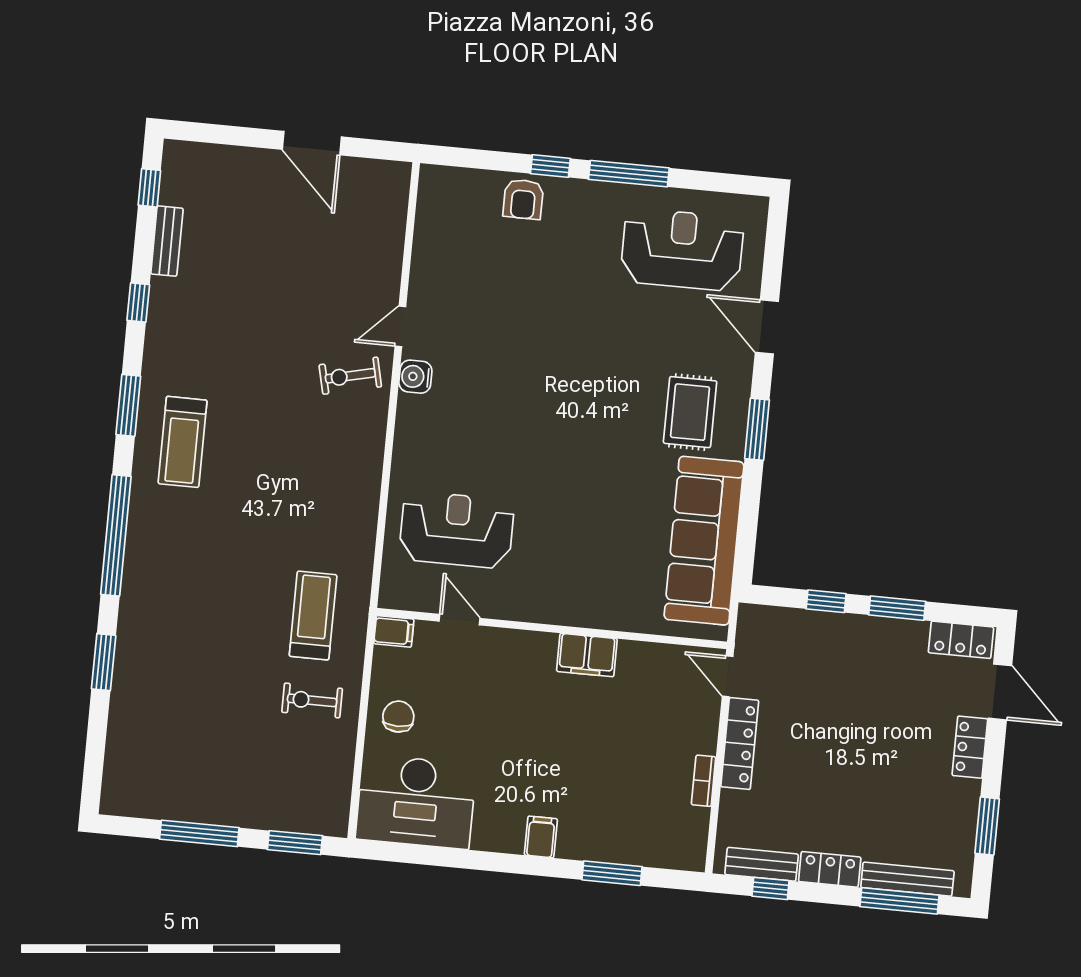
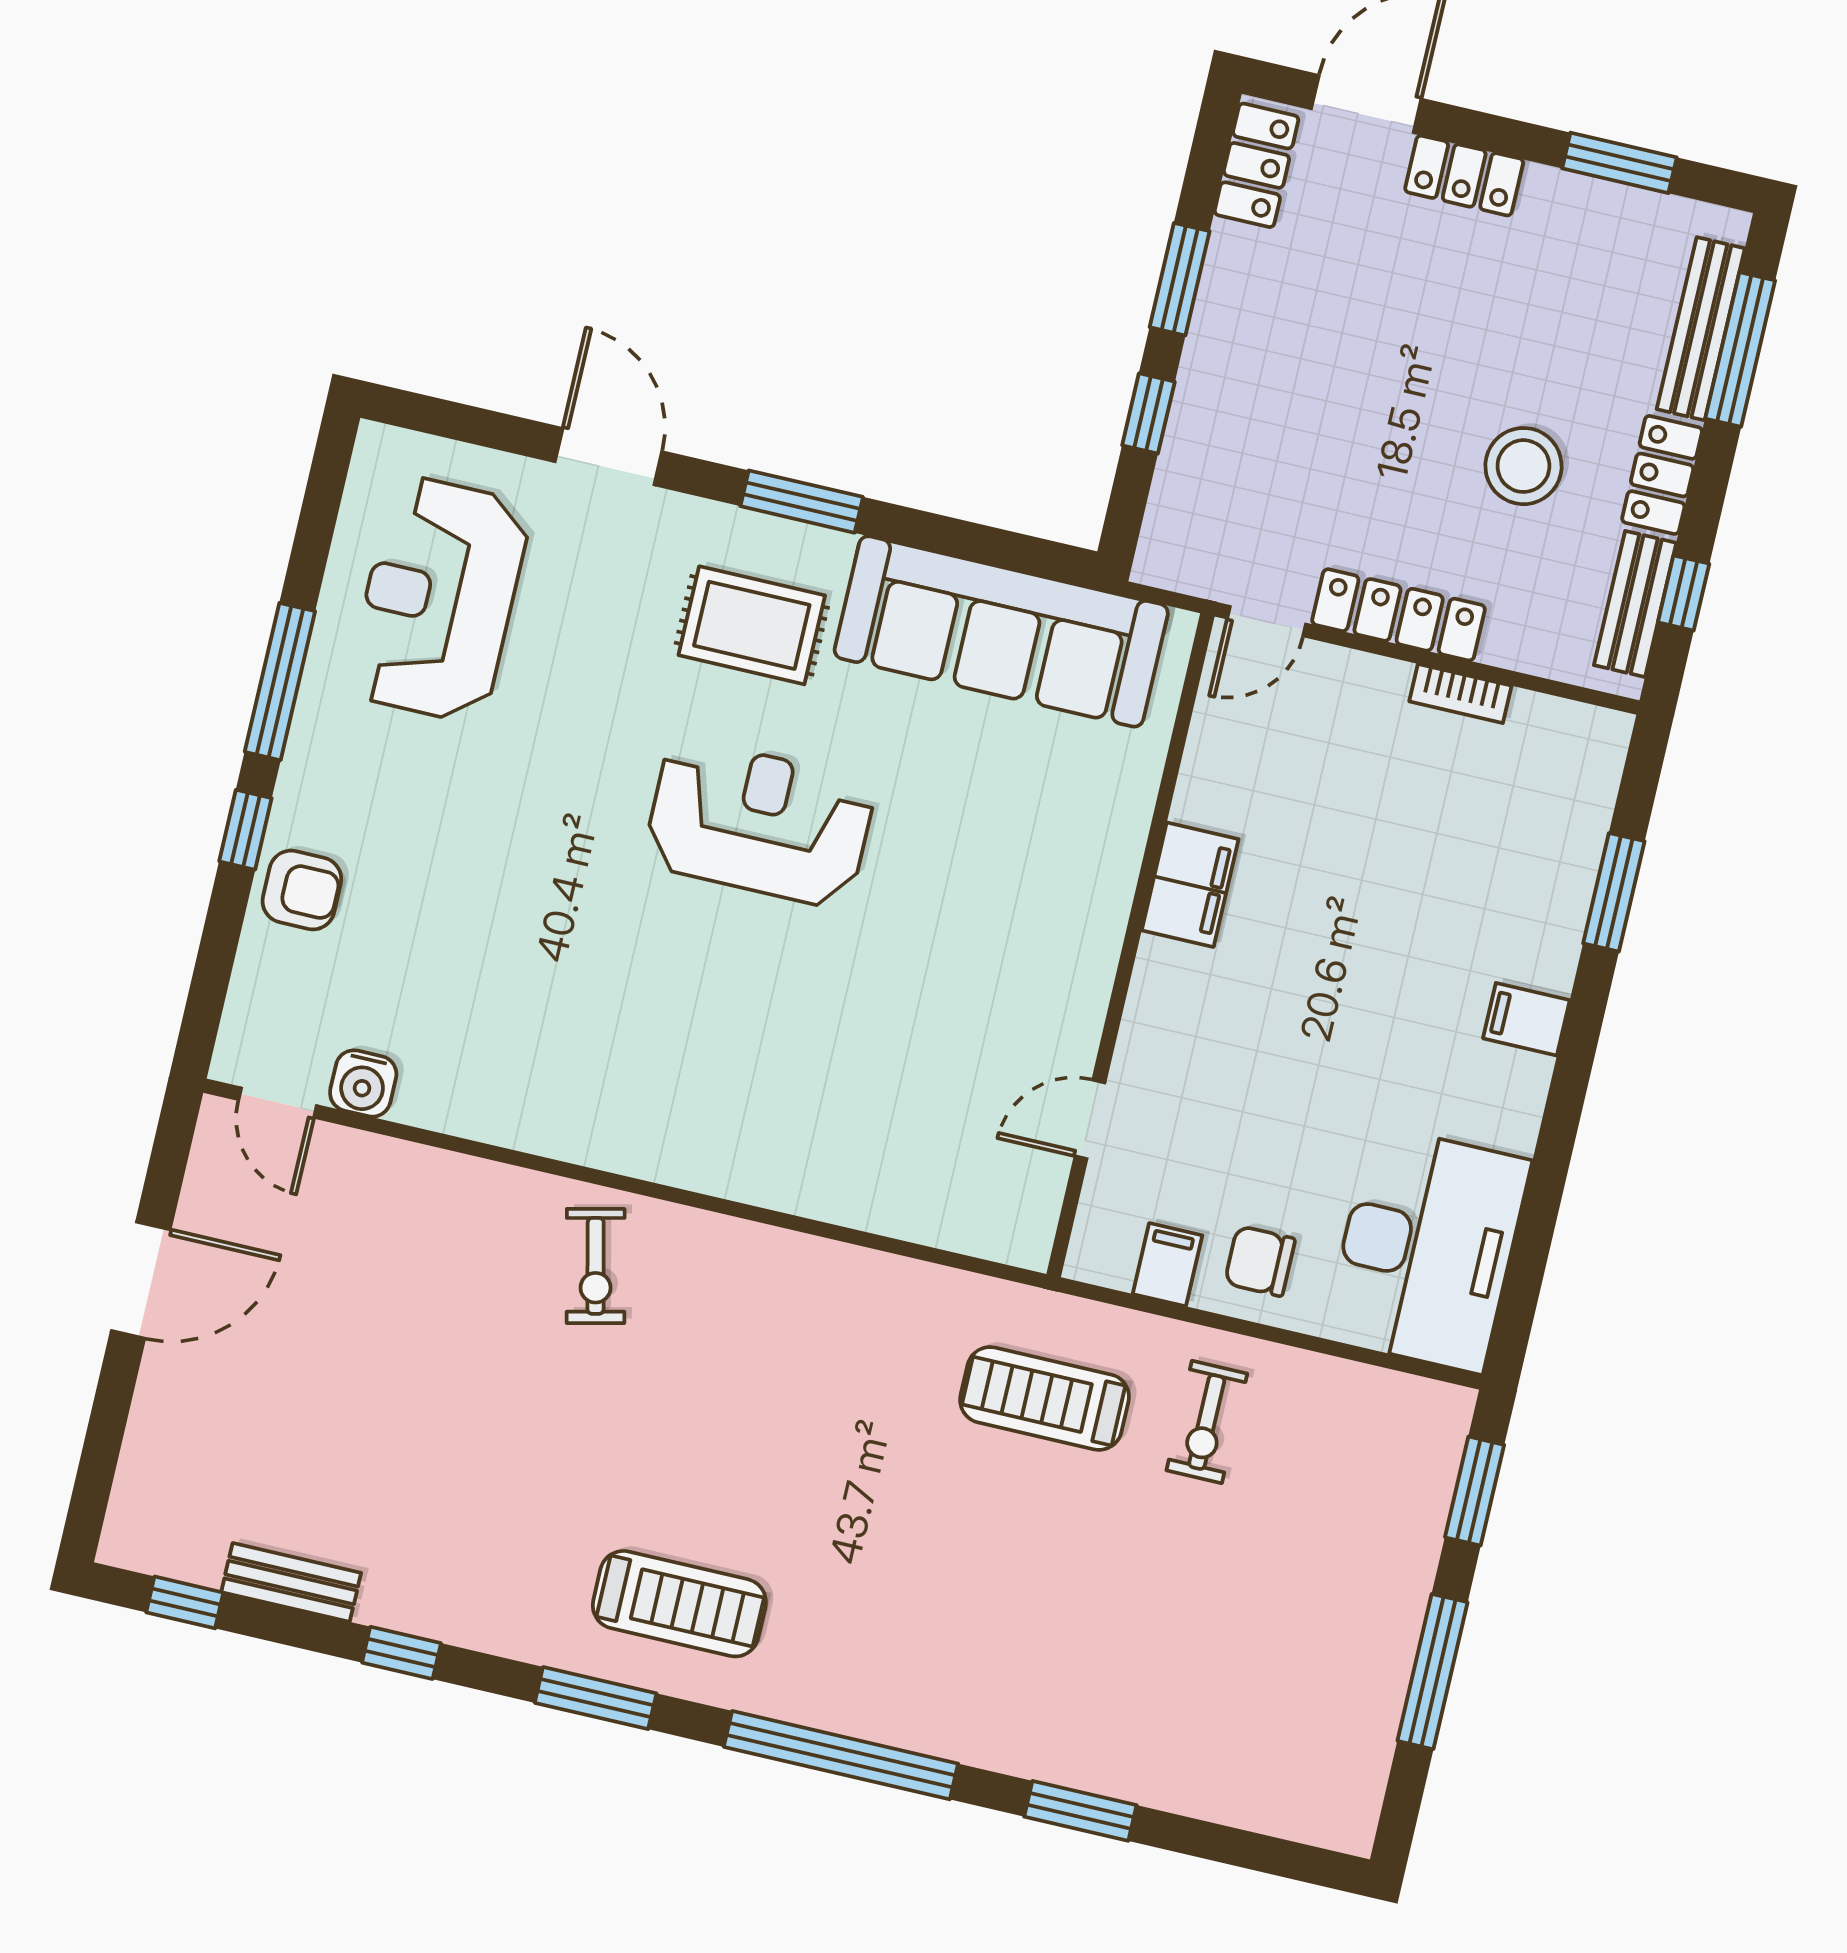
door: (400, 326) -> (278, 1103), moved
door: (767, 327) -> (608, 457), swing flipped
water cooler: (415, 377) -> (363, 1083), moved
reception desk: (457, 530) -> (759, 823), moved, turned 90
filing cabinet: (394, 631) -> (1168, 1265), moved
stool: (825, 798) -> (1523, 466), added

